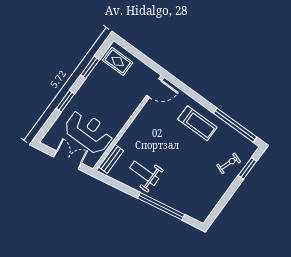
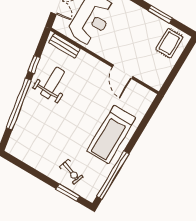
door: (154, 88) -> (122, 72), moved
treadmill: (197, 123) -> (111, 135), width x1.37, depth x1.37
window: (126, 189) -> (34, 64), added

